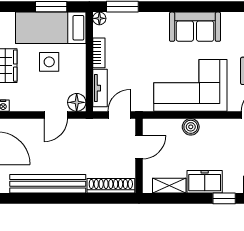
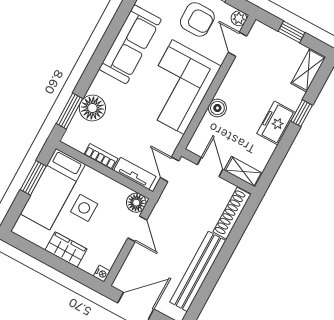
floor lamp: (99, 18) -> (92, 108), moved, width x1.89, depth x1.89
sofa: (195, 27) -> (130, 44), width x1.36
shelving: (169, 186) -> (243, 172), moved, turned 90

